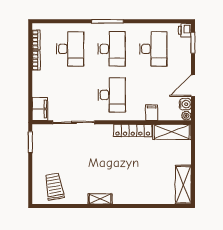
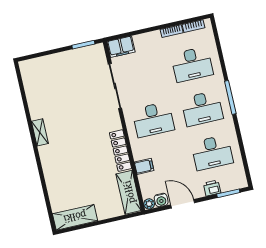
printer: (185, 30) -> (212, 188), moved
trolley: (54, 187) -> (42, 81), removed

